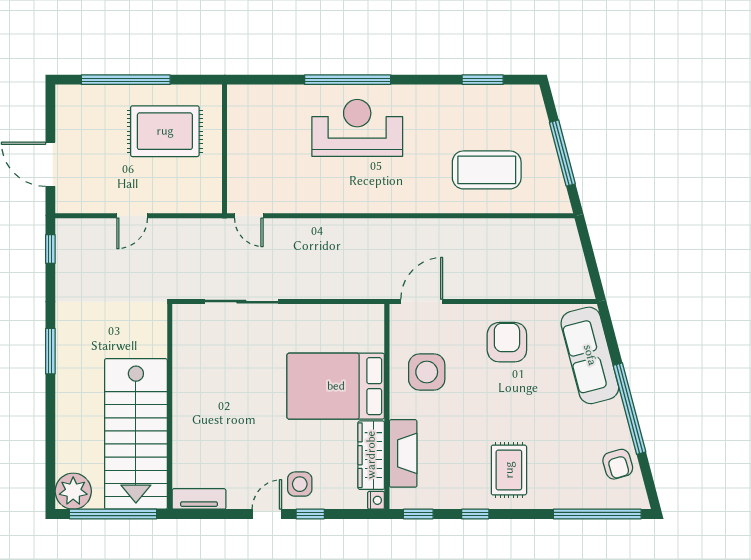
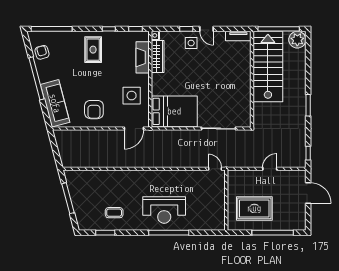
coffee table: (487, 170) -> (114, 213), moved, width x0.54, depth x0.58
bed: (336, 386) -> (174, 111), moved
door: (267, 514) -> (207, 29), hinge flipped

